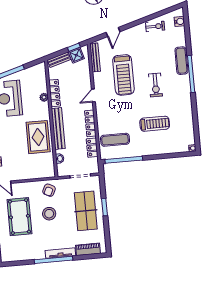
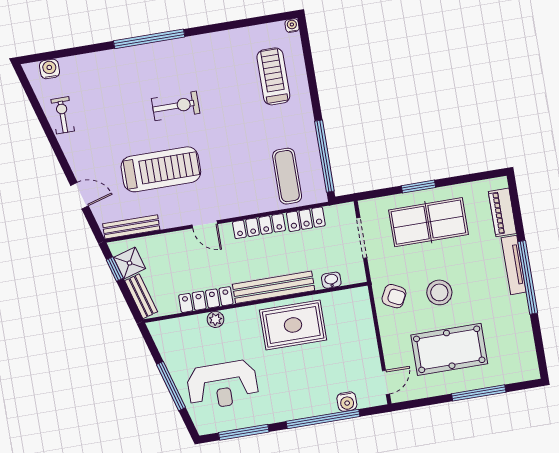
exercise mat: (181, 61) -> (125, 59), removed
treadmill: (155, 124) -> (273, 76), moved

